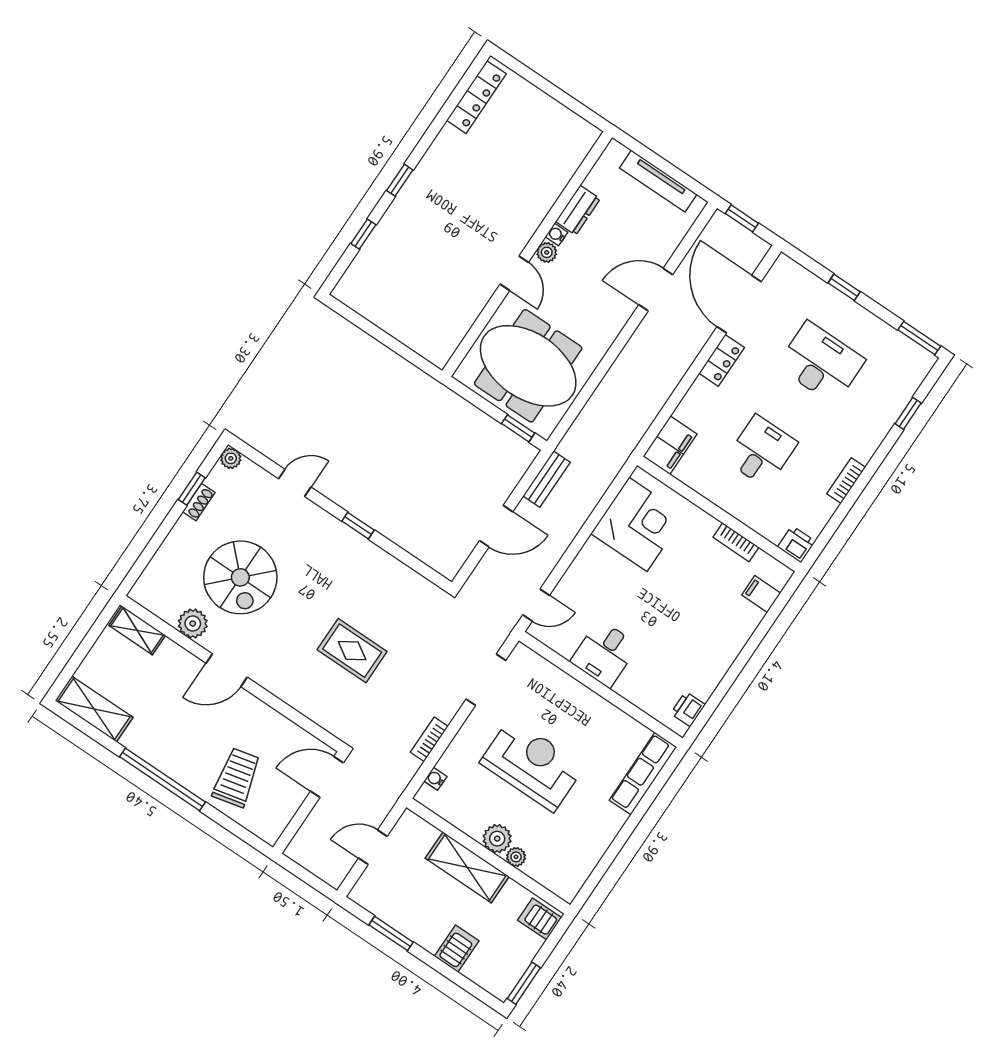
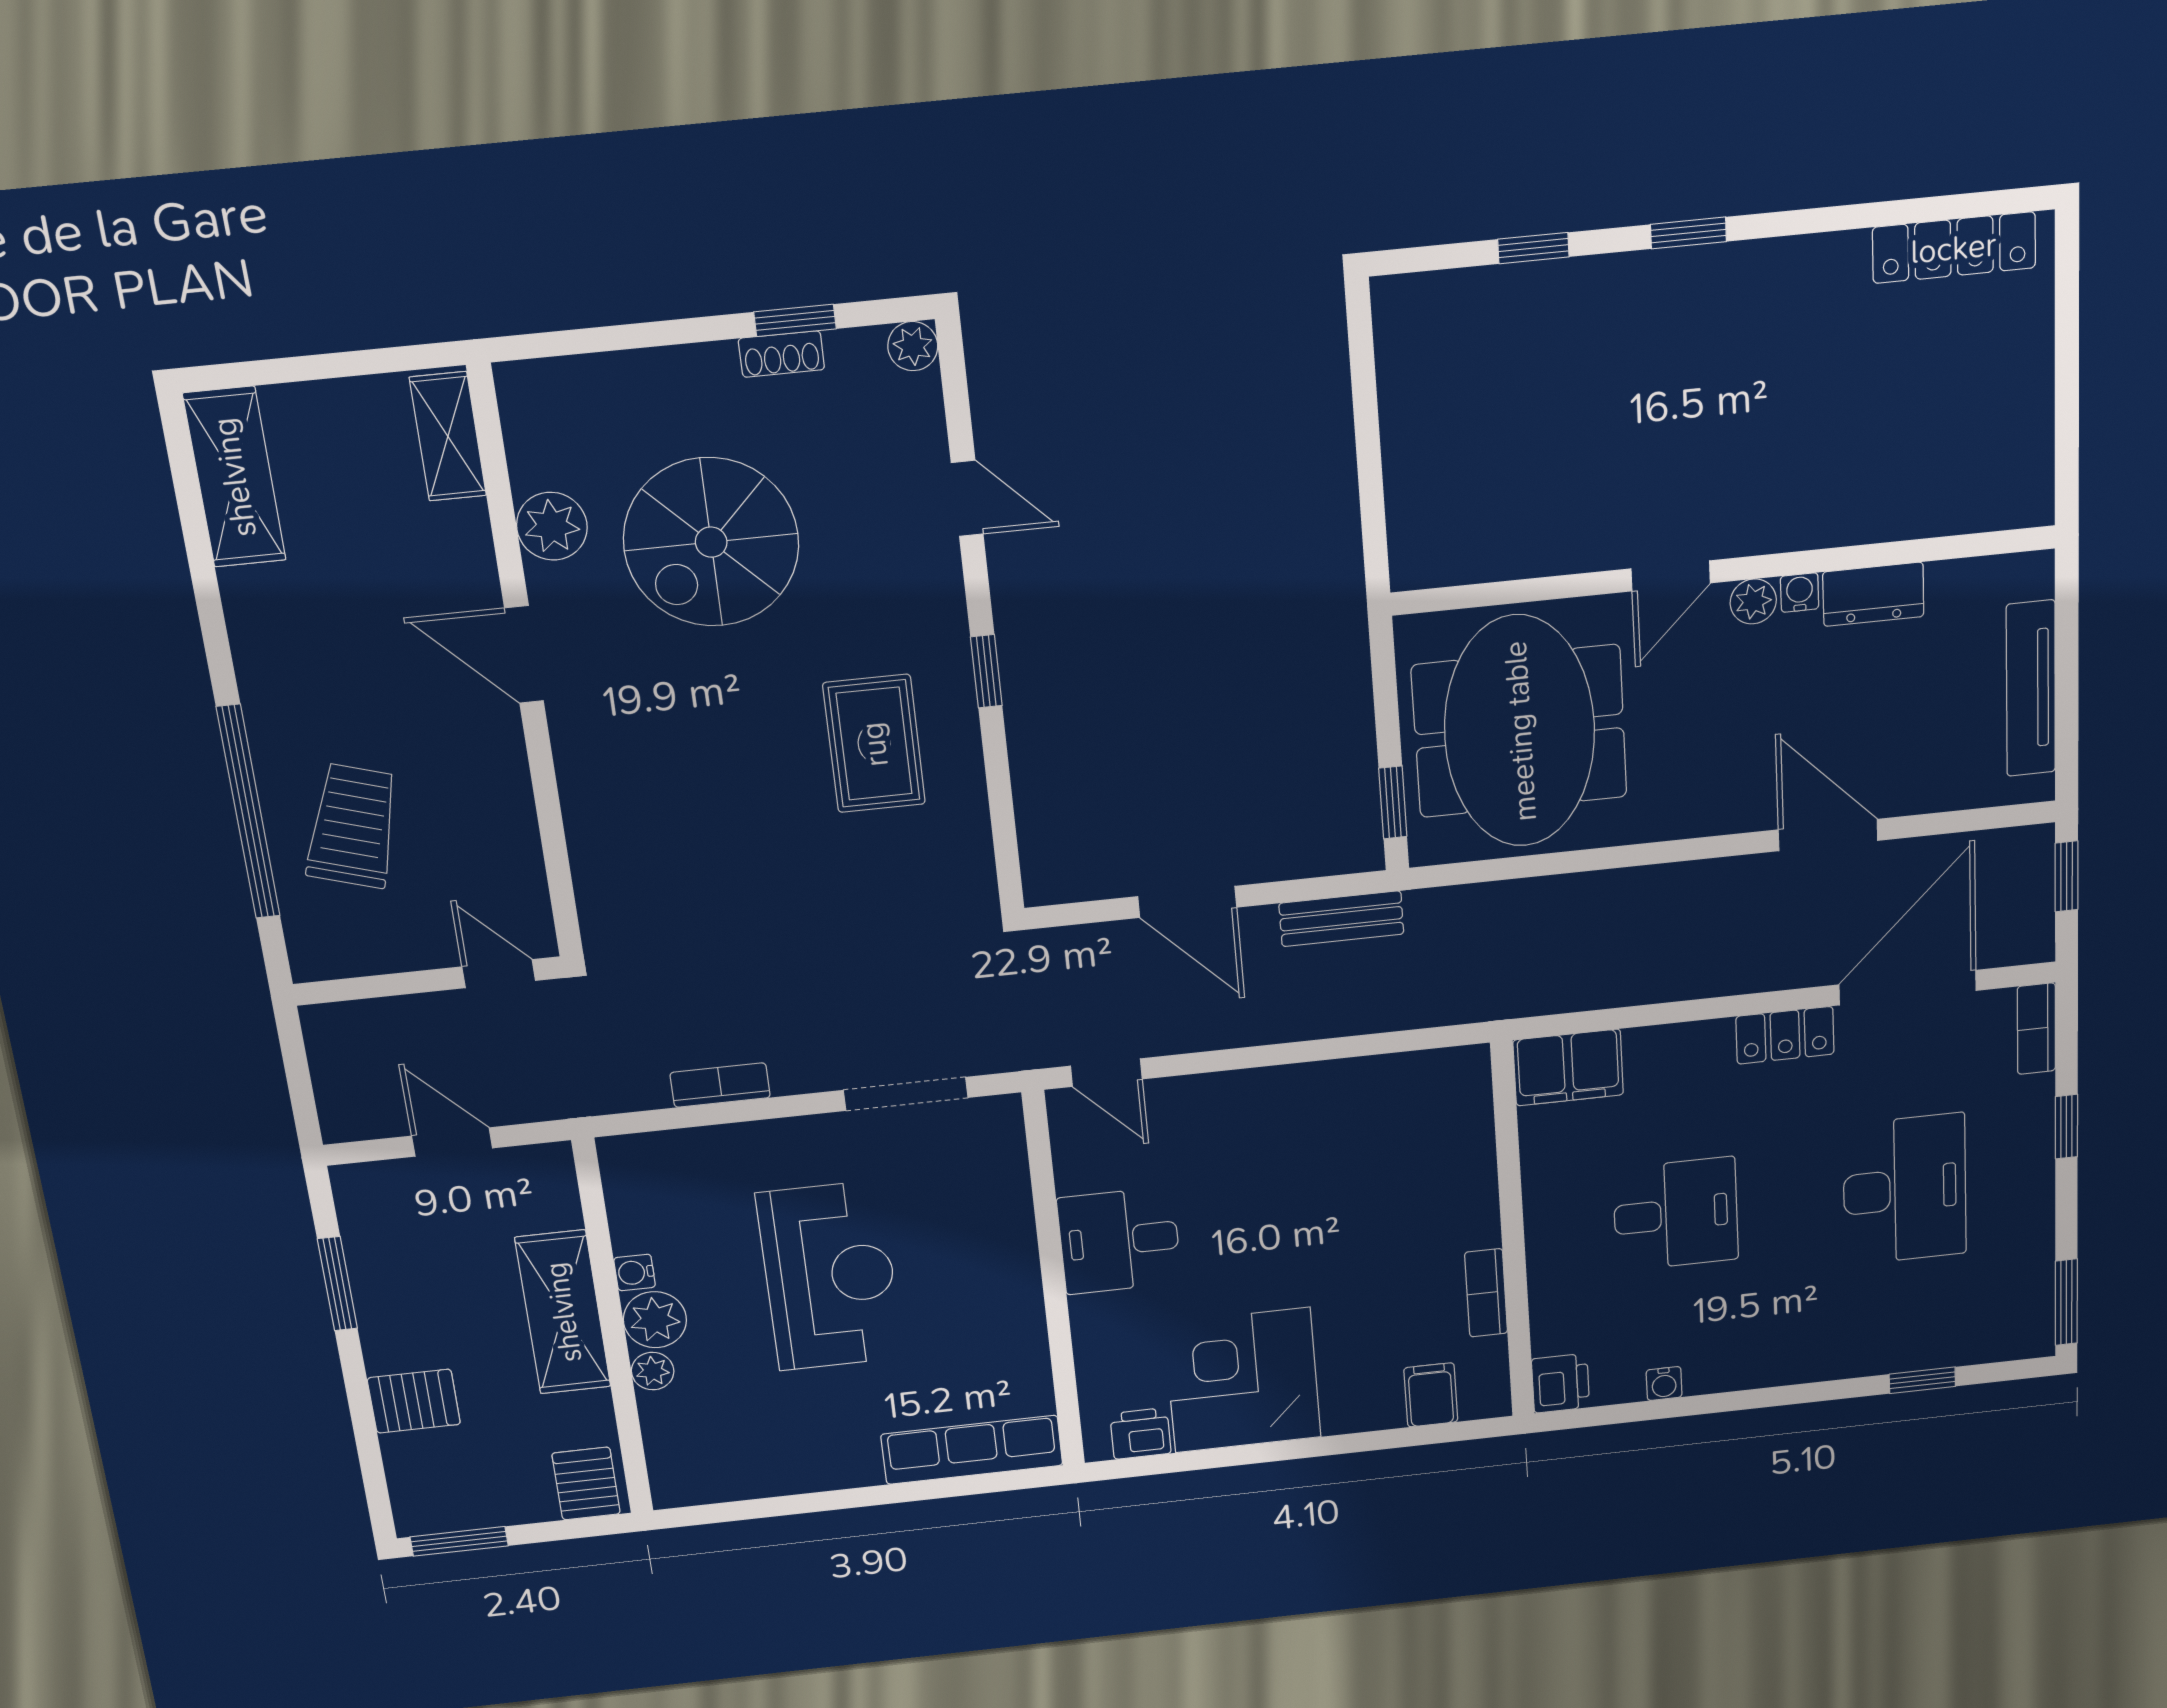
bookcase: (846, 481) -> (2036, 1029), moved, turned -90
water cooler: (829, 507) -> (1664, 1384), added
corner desk: (638, 524) -> (1243, 1380), moved, turned 180
rug: (352, 651) -> (874, 744), moved
door: (327, 777) -> (499, 974), width x0.73
trolley: (237, 778) -> (353, 826), turned -60
window: (162, 779) -> (248, 812), moved
water cooler: (435, 779) -> (635, 1272), moved, turned -90

